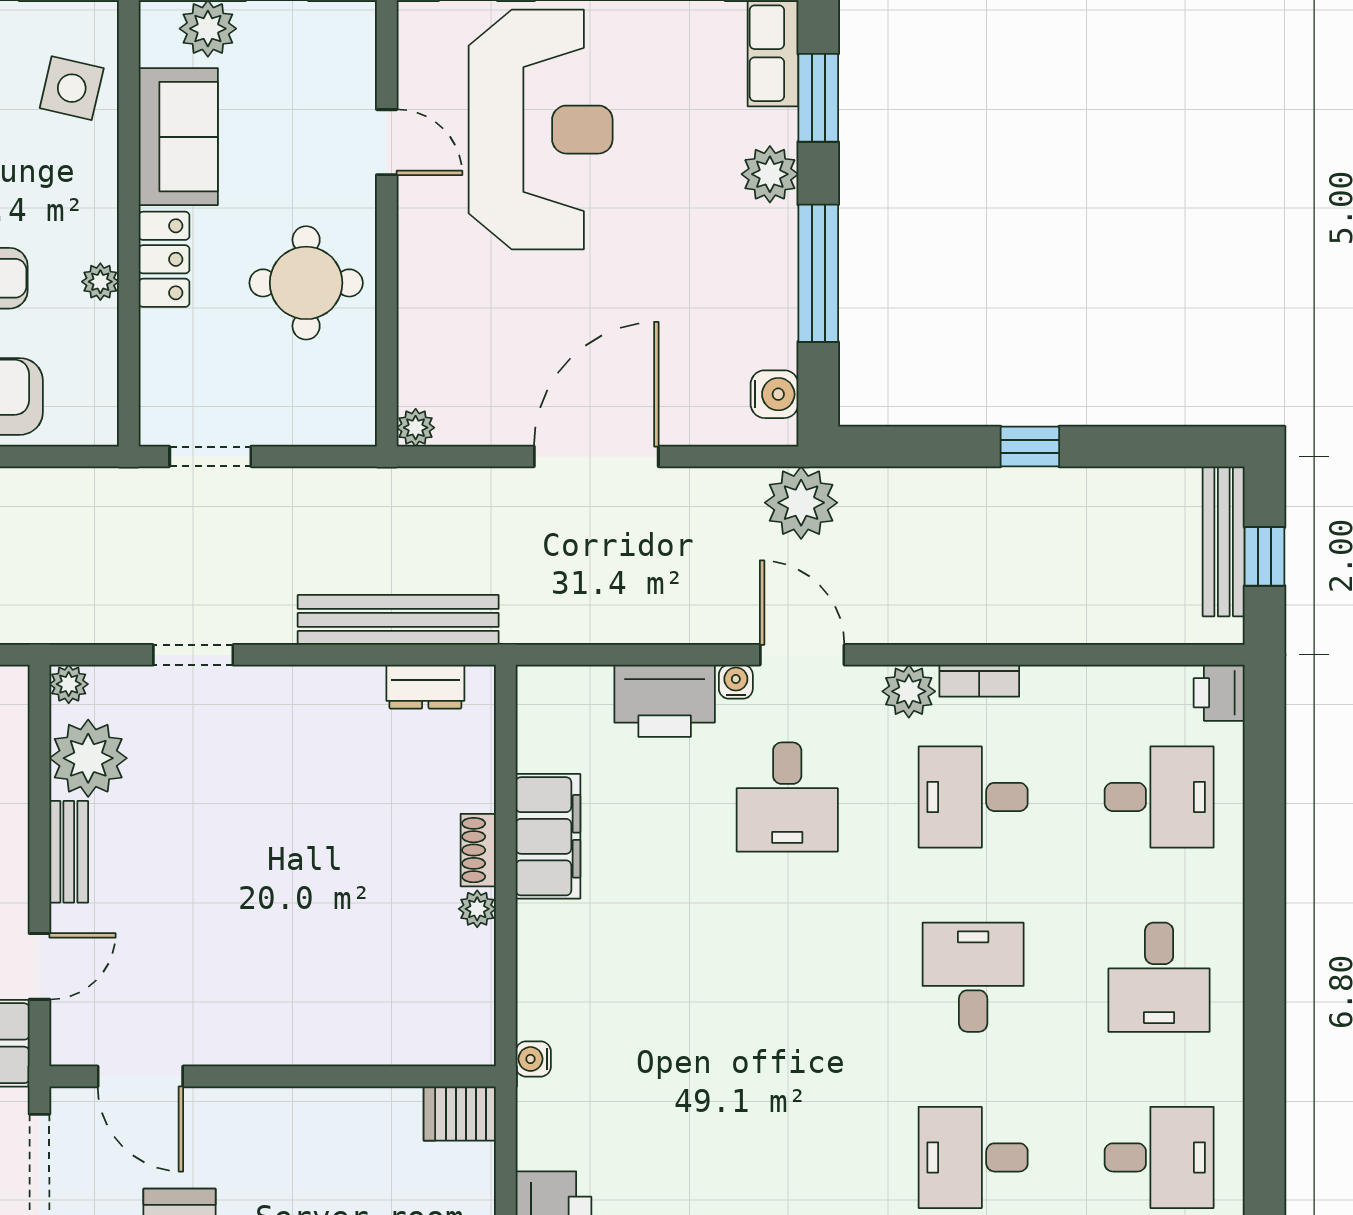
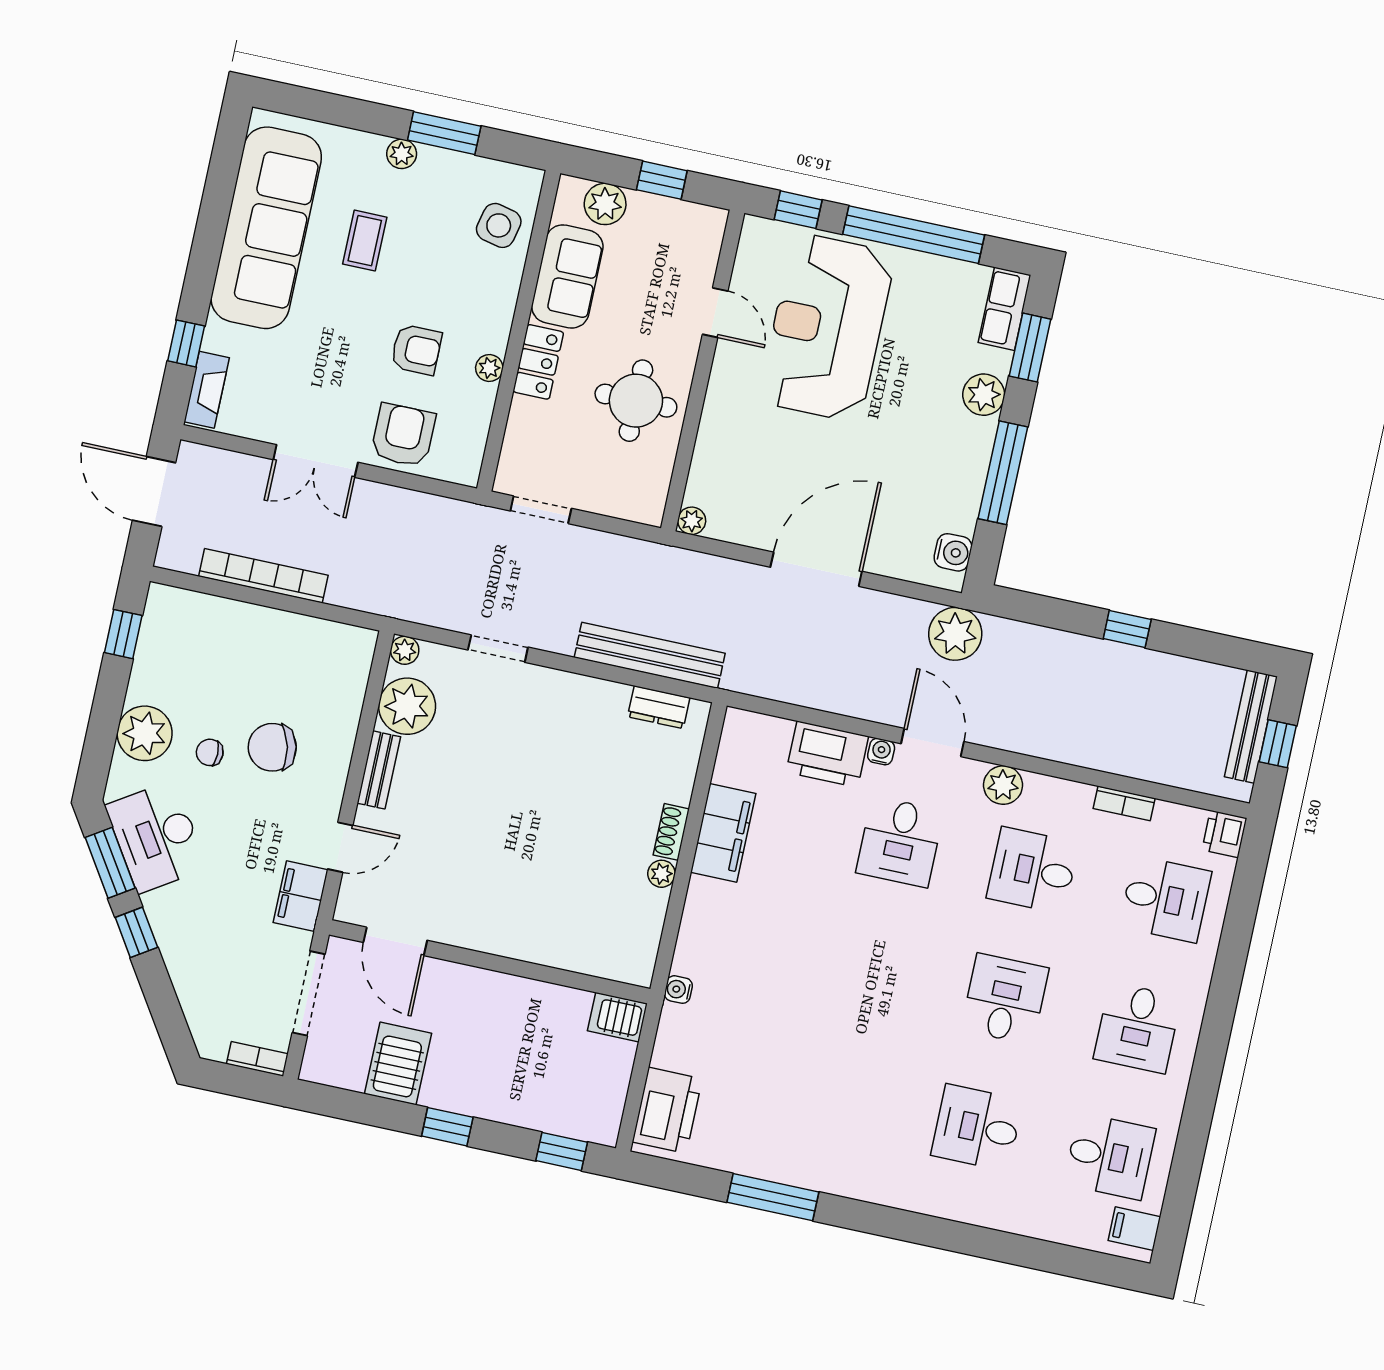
reception desk: (541, 130) -> (827, 327), turned 180
bookcase: (979, 681) -> (1124, 803), moved

